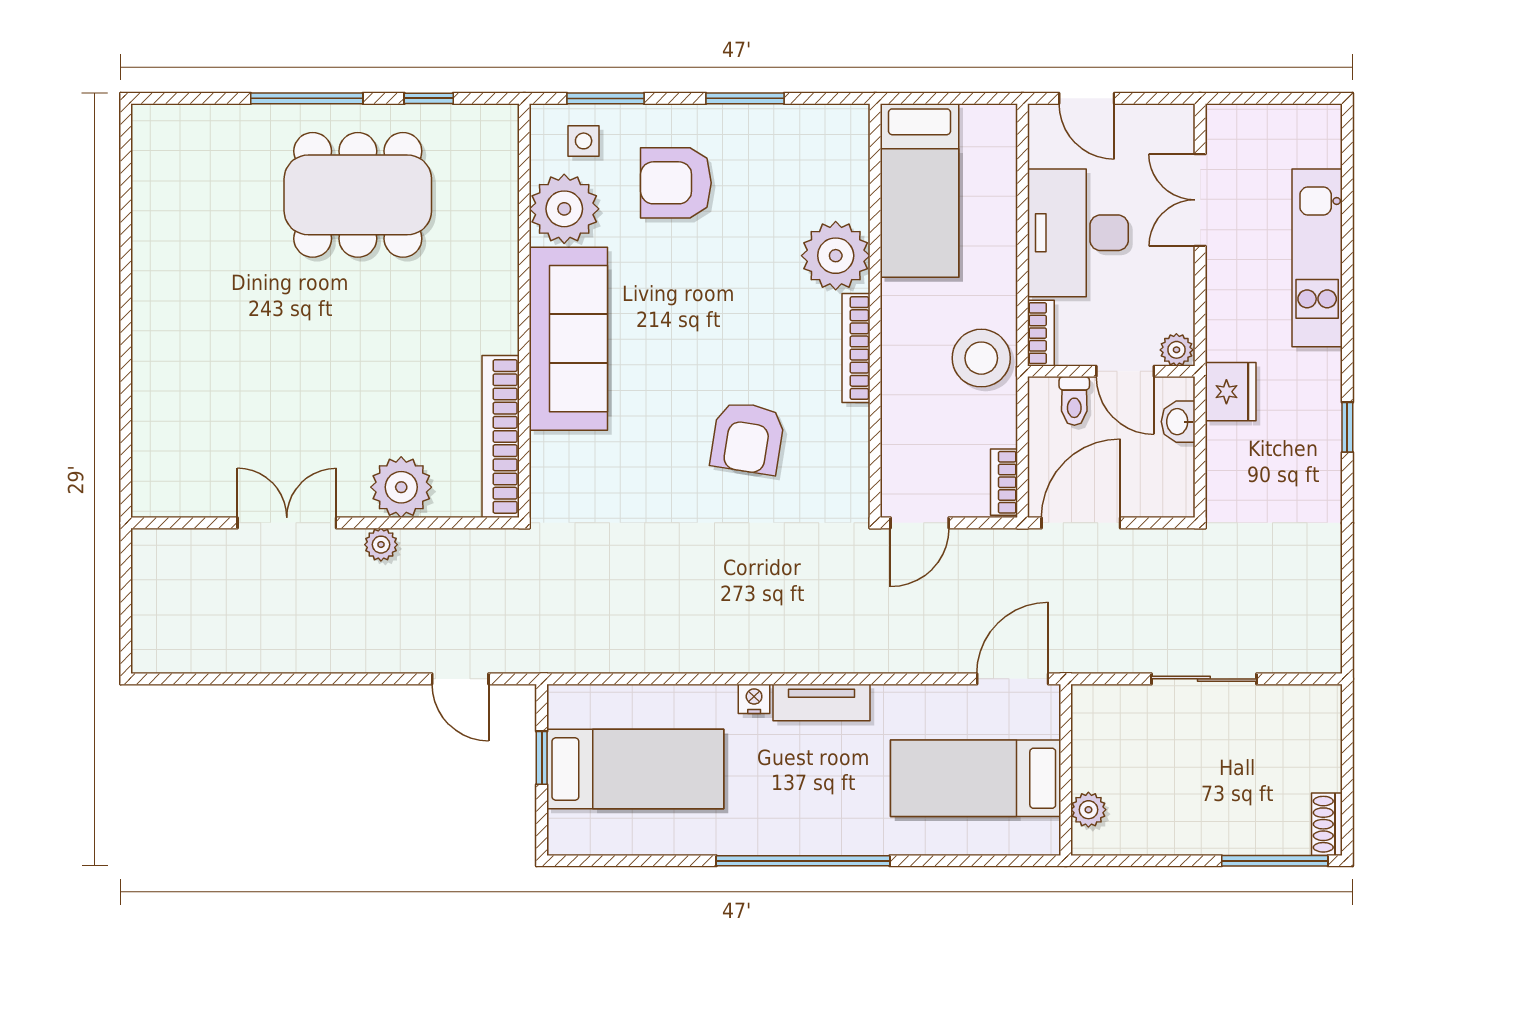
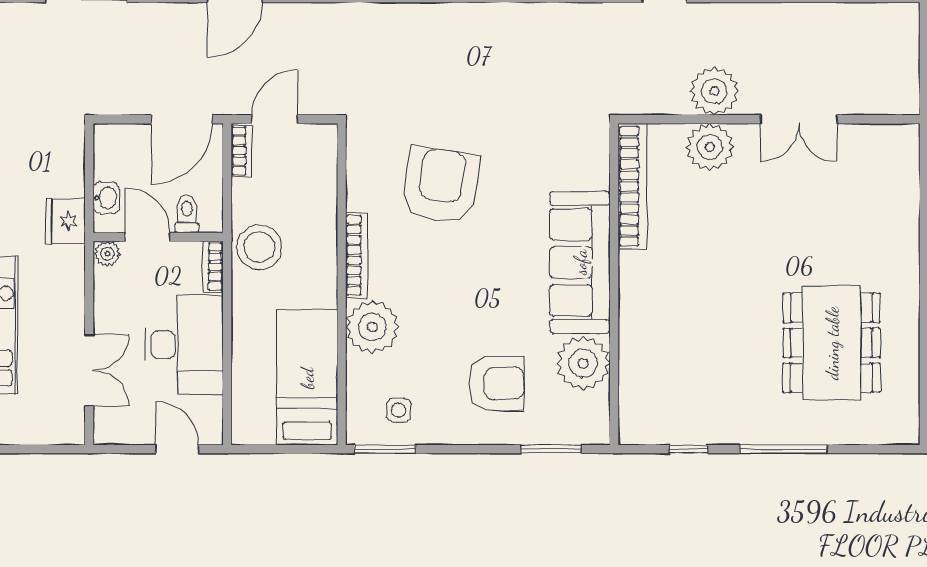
window: (745, 98) -> (385, 449), moved
side table: (584, 141) -> (399, 410), moved
dining table: (358, 195) -> (832, 343), moved, turned 90
armchair: (748, 438) -> (441, 185), width x1.36, depth x1.36
door: (920, 523) -> (275, 119), moved
plant: (381, 545) -> (714, 91), width x1.87, depth x1.87

